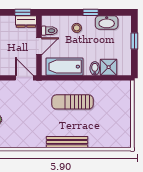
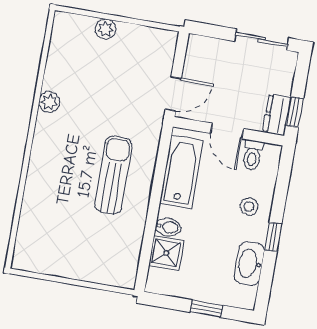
plant: (40, 142) -> (49, 102), added
bench: (67, 142) -> (41, 152), removed

